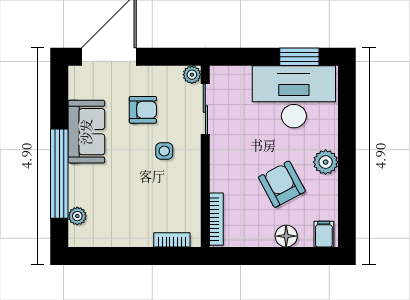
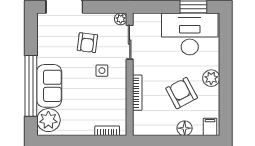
armchair: (143, 110) -> (87, 43), turned 97
sofa: (86, 132) -> (49, 86), moved
plant: (77, 216) -> (48, 120), width x1.88, depth x1.88
bookcase: (216, 219) -> (137, 93), moved

